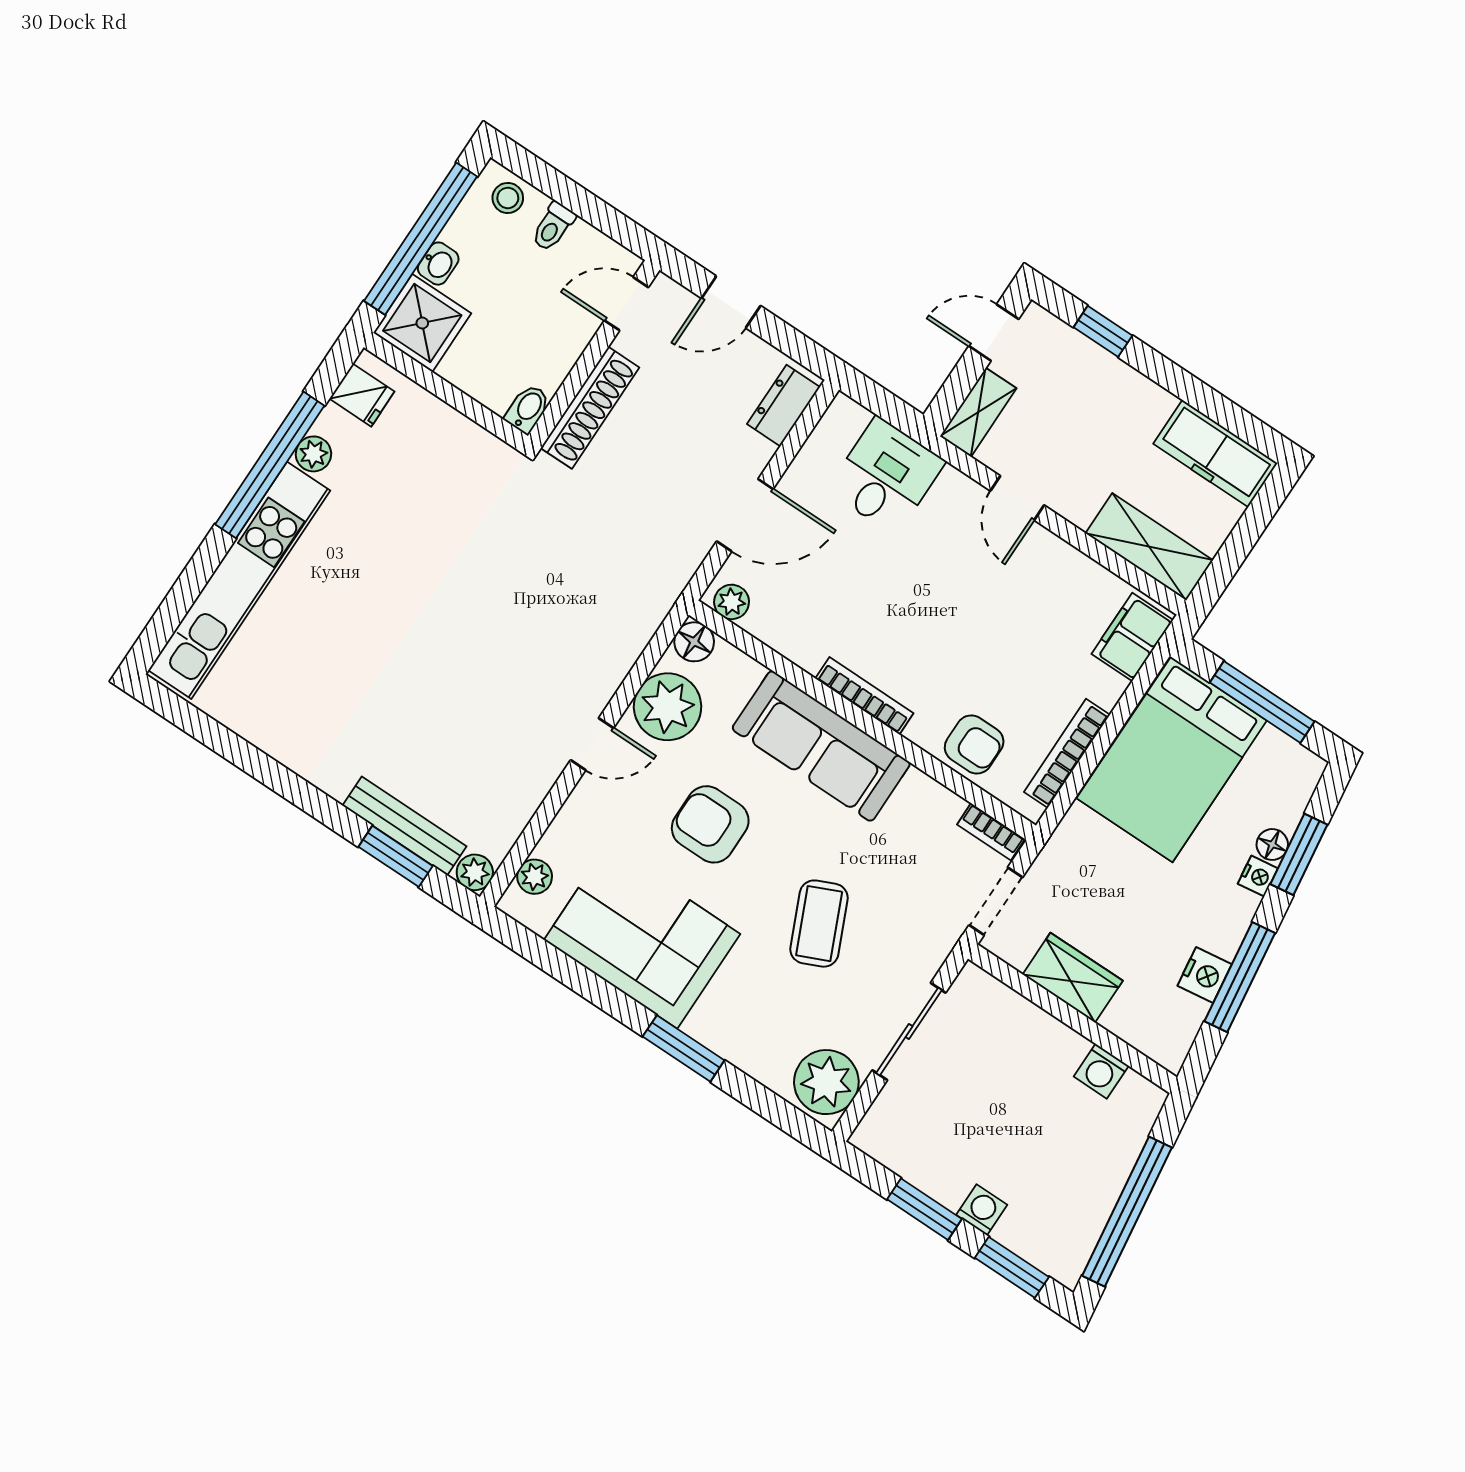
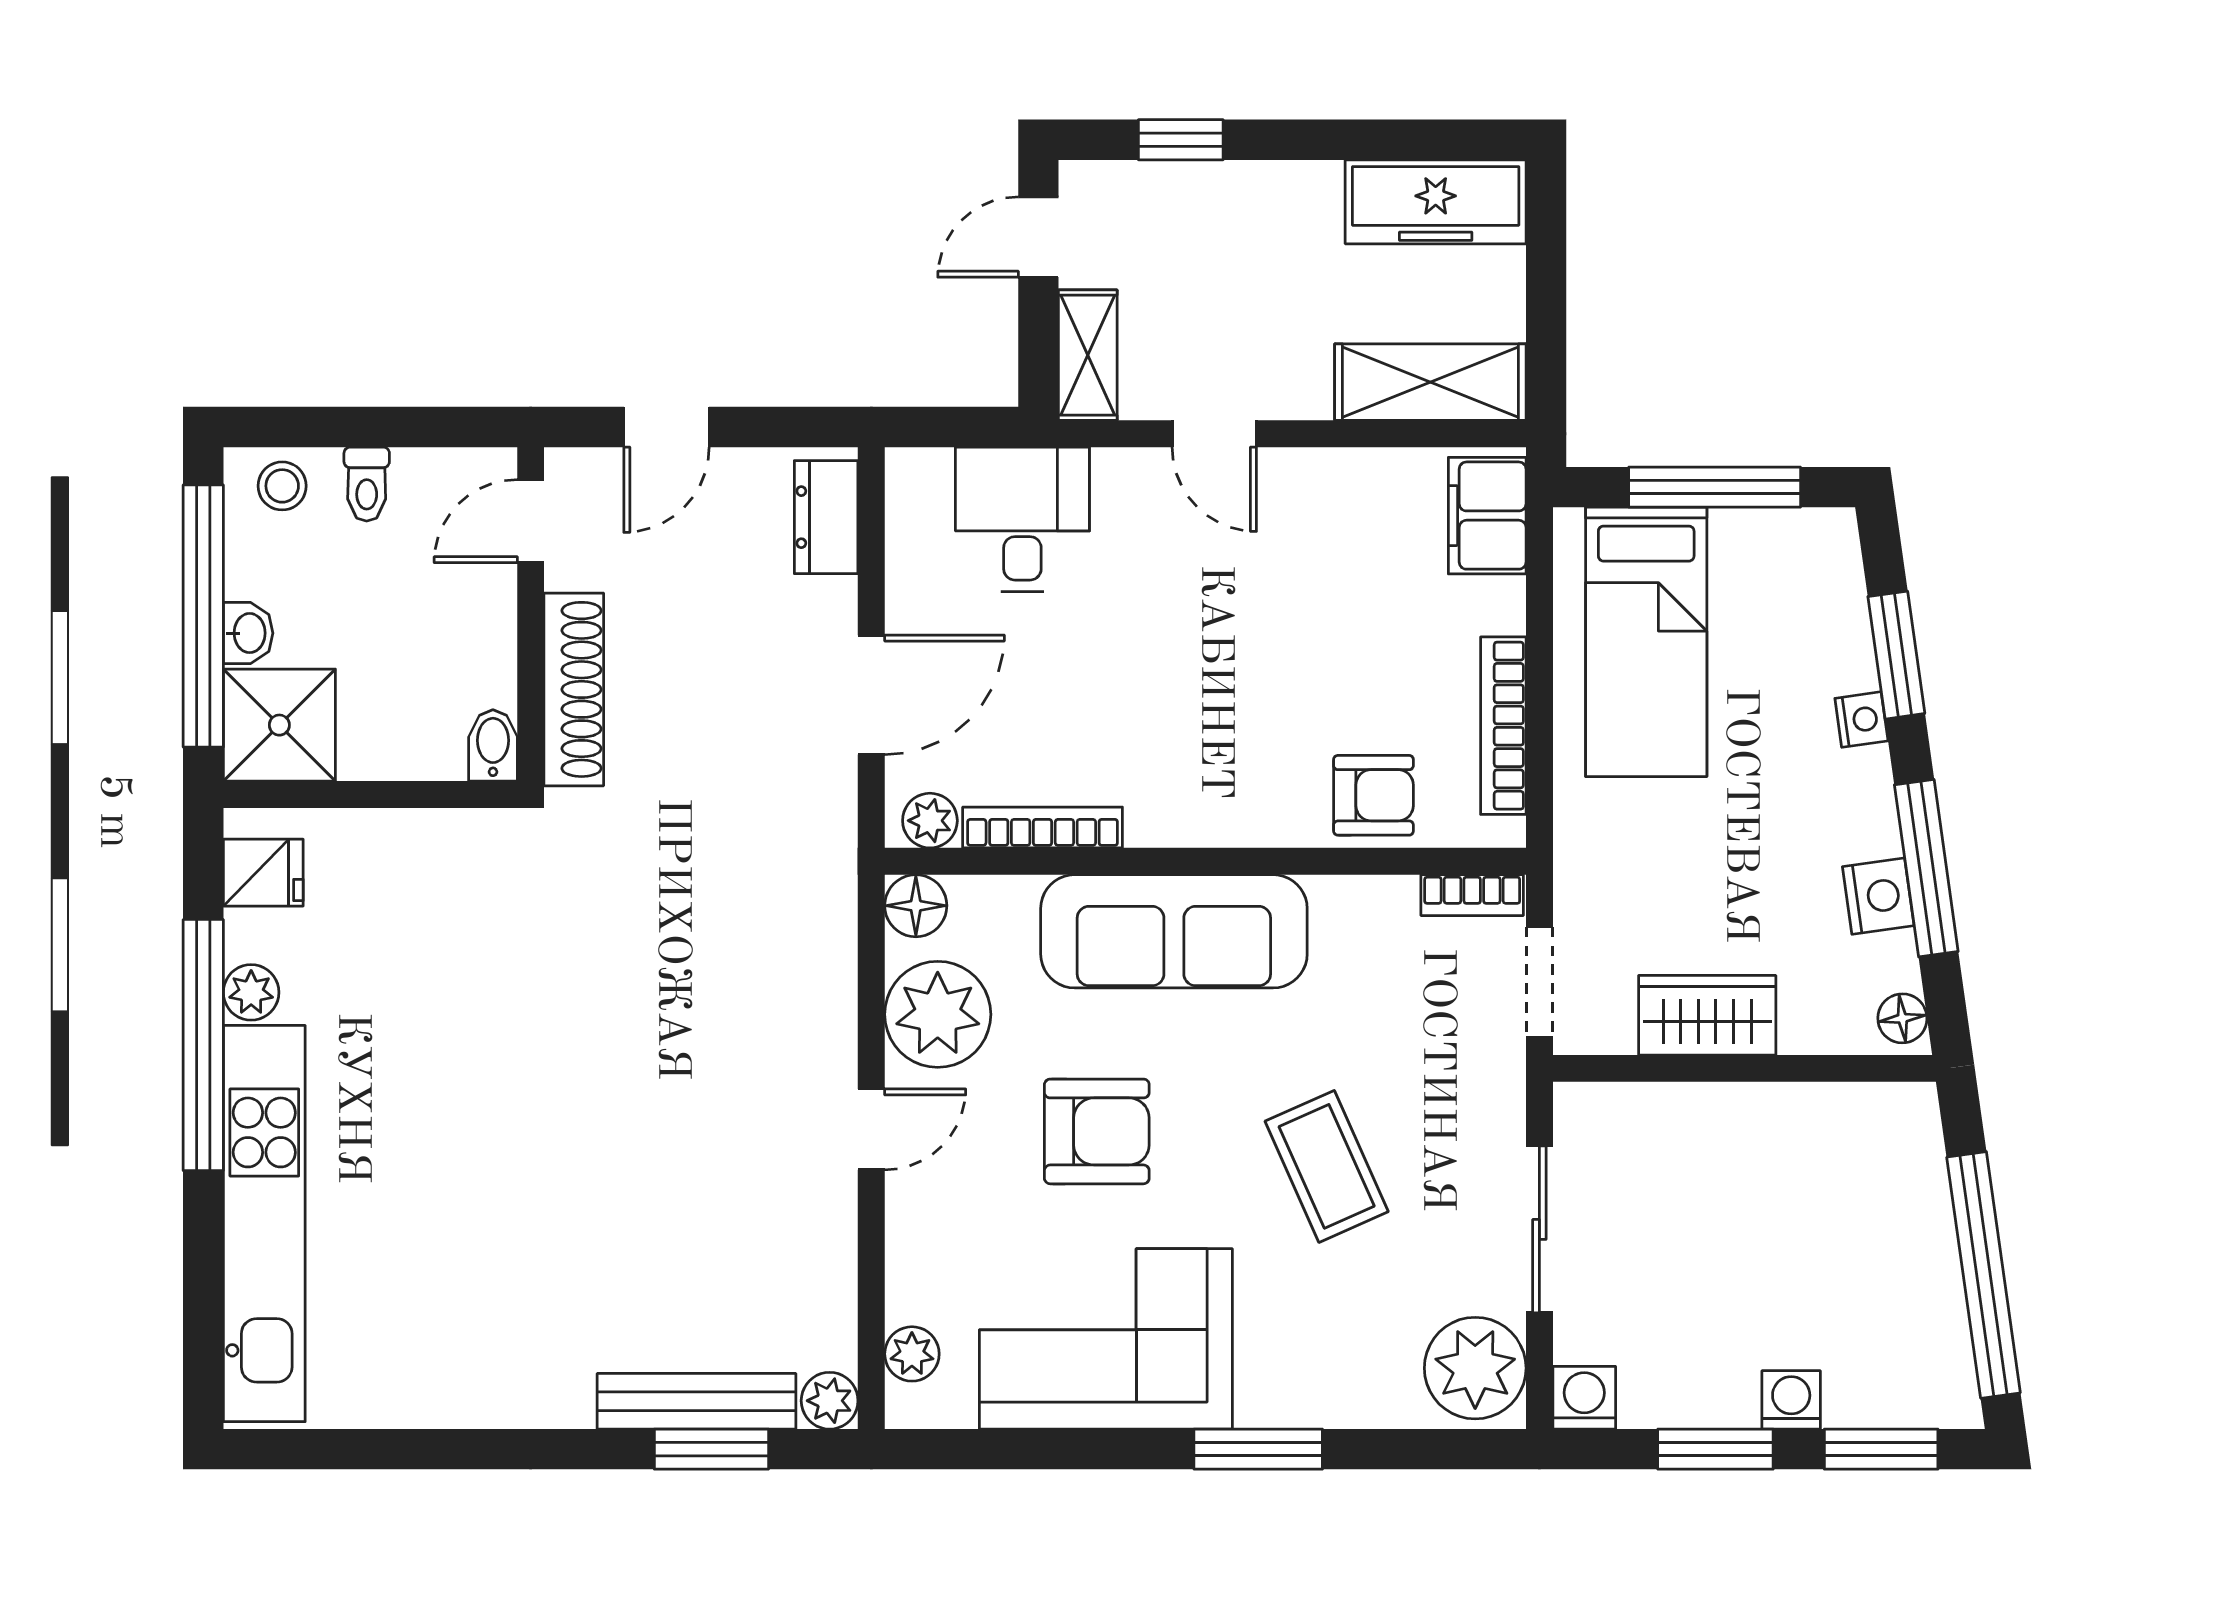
bookcase: (864, 696) -> (1043, 827), moved
bed: (1172, 759) -> (1646, 642), width x0.67
armchair: (710, 824) -> (1097, 1131), turned 180
floor lamp: (1272, 845) -> (1902, 1018), moved
washing machine: (1101, 1071) -> (1584, 1398), moved, turned 180

